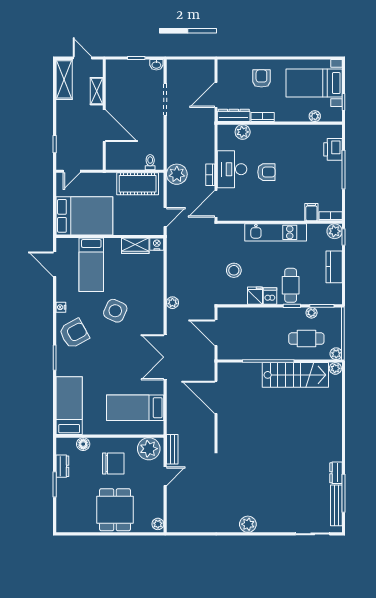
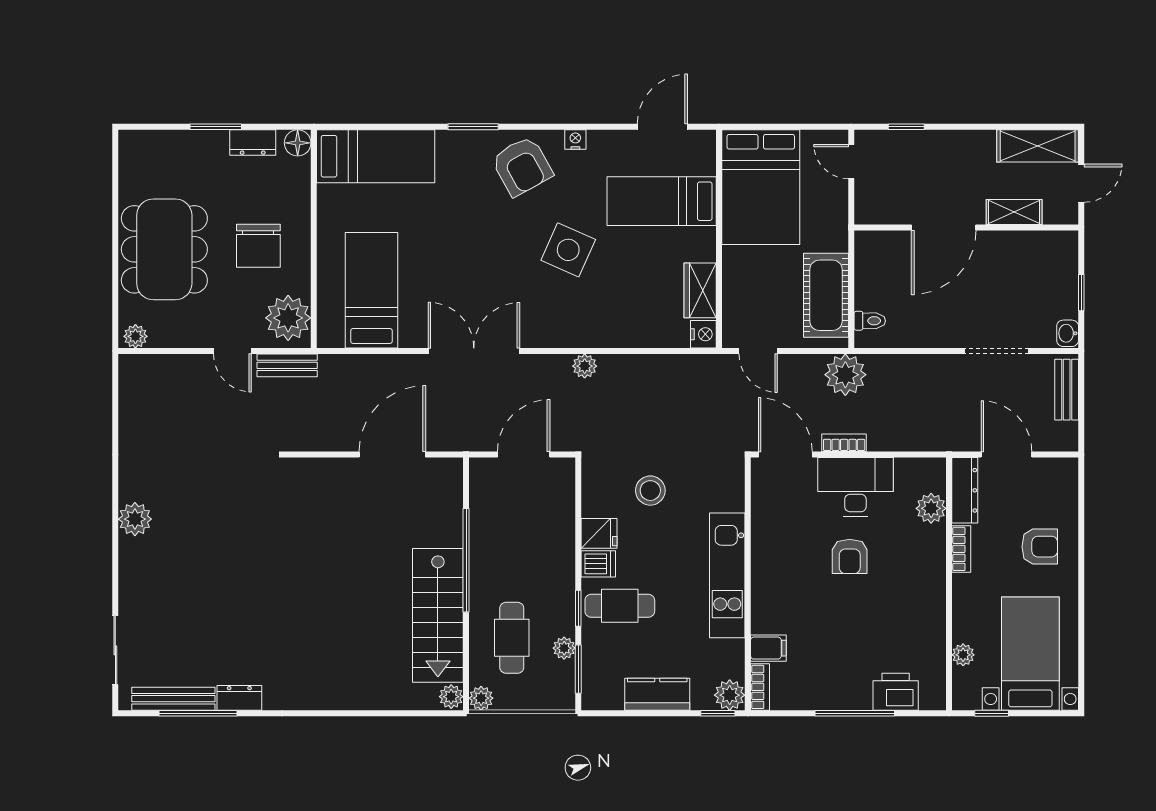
bench: (184, 65) -> (1067, 390), added
floor lamp: (83, 444) -> (298, 143), moved
dining table: (115, 510) -> (164, 249), width x1.38

